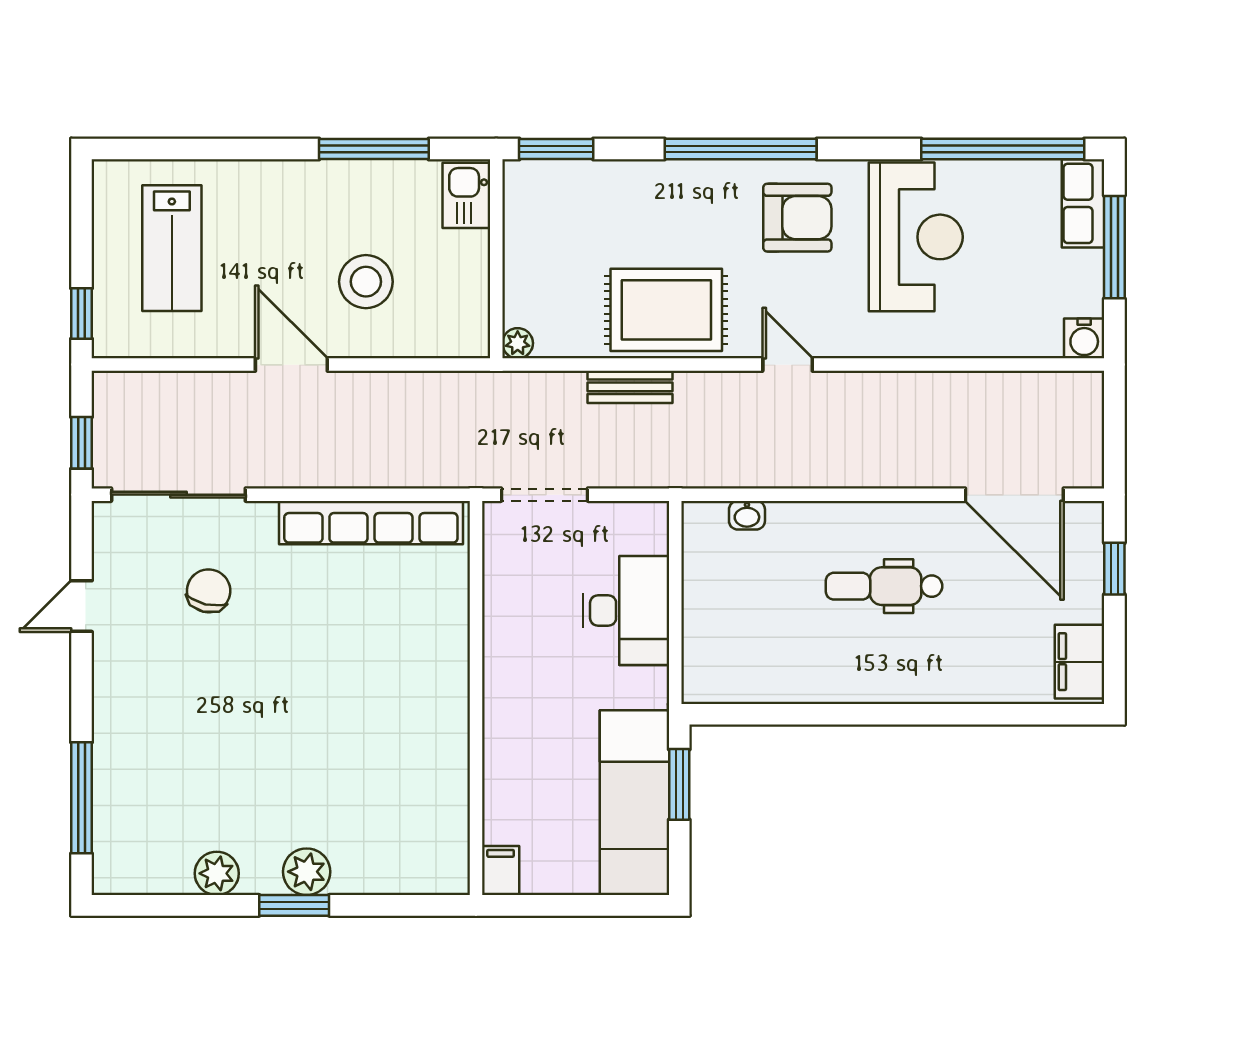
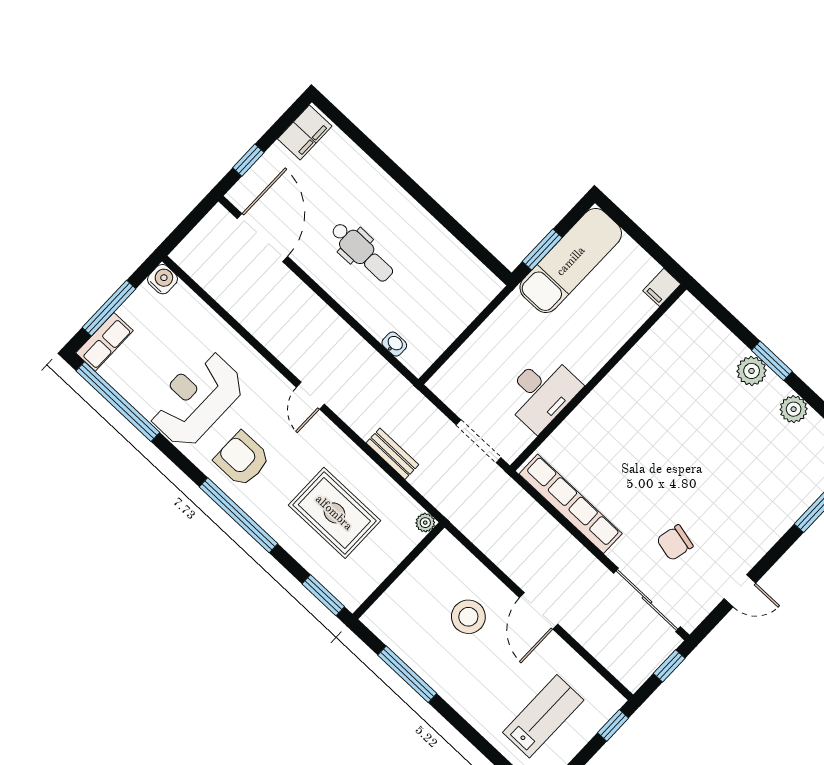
kitchen sink: (466, 195) -> (385, 613), removed
rug: (666, 310) -> (334, 513), moved
desk: (626, 611) -> (542, 392), moved, turned 180

